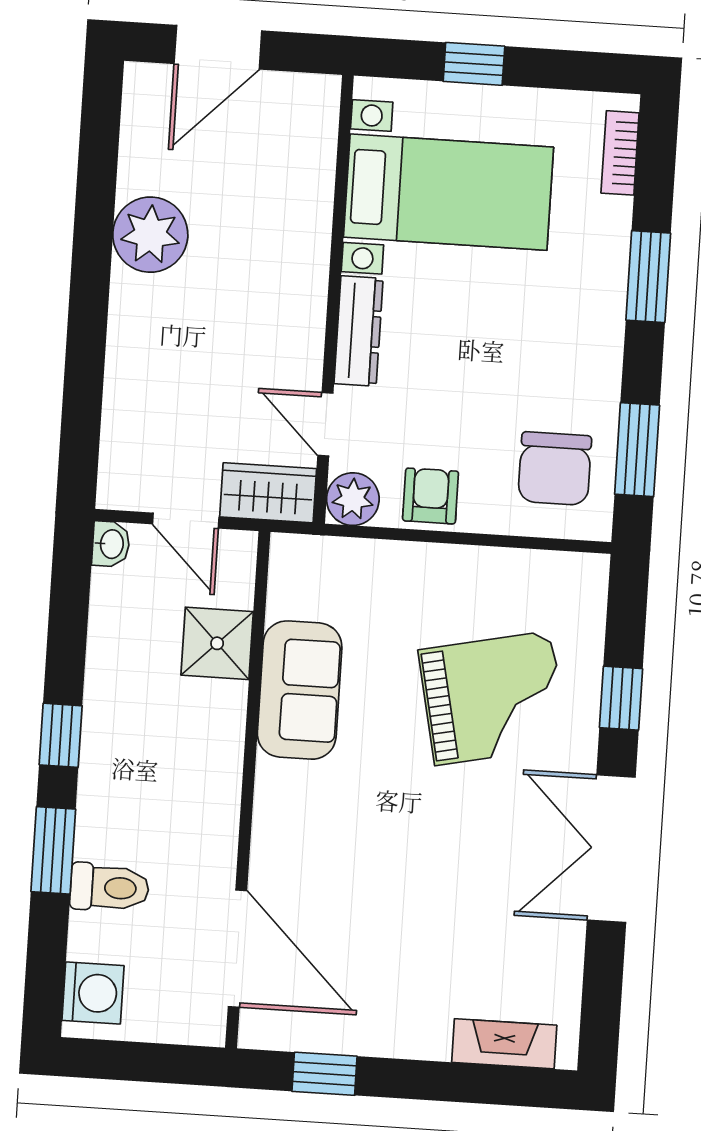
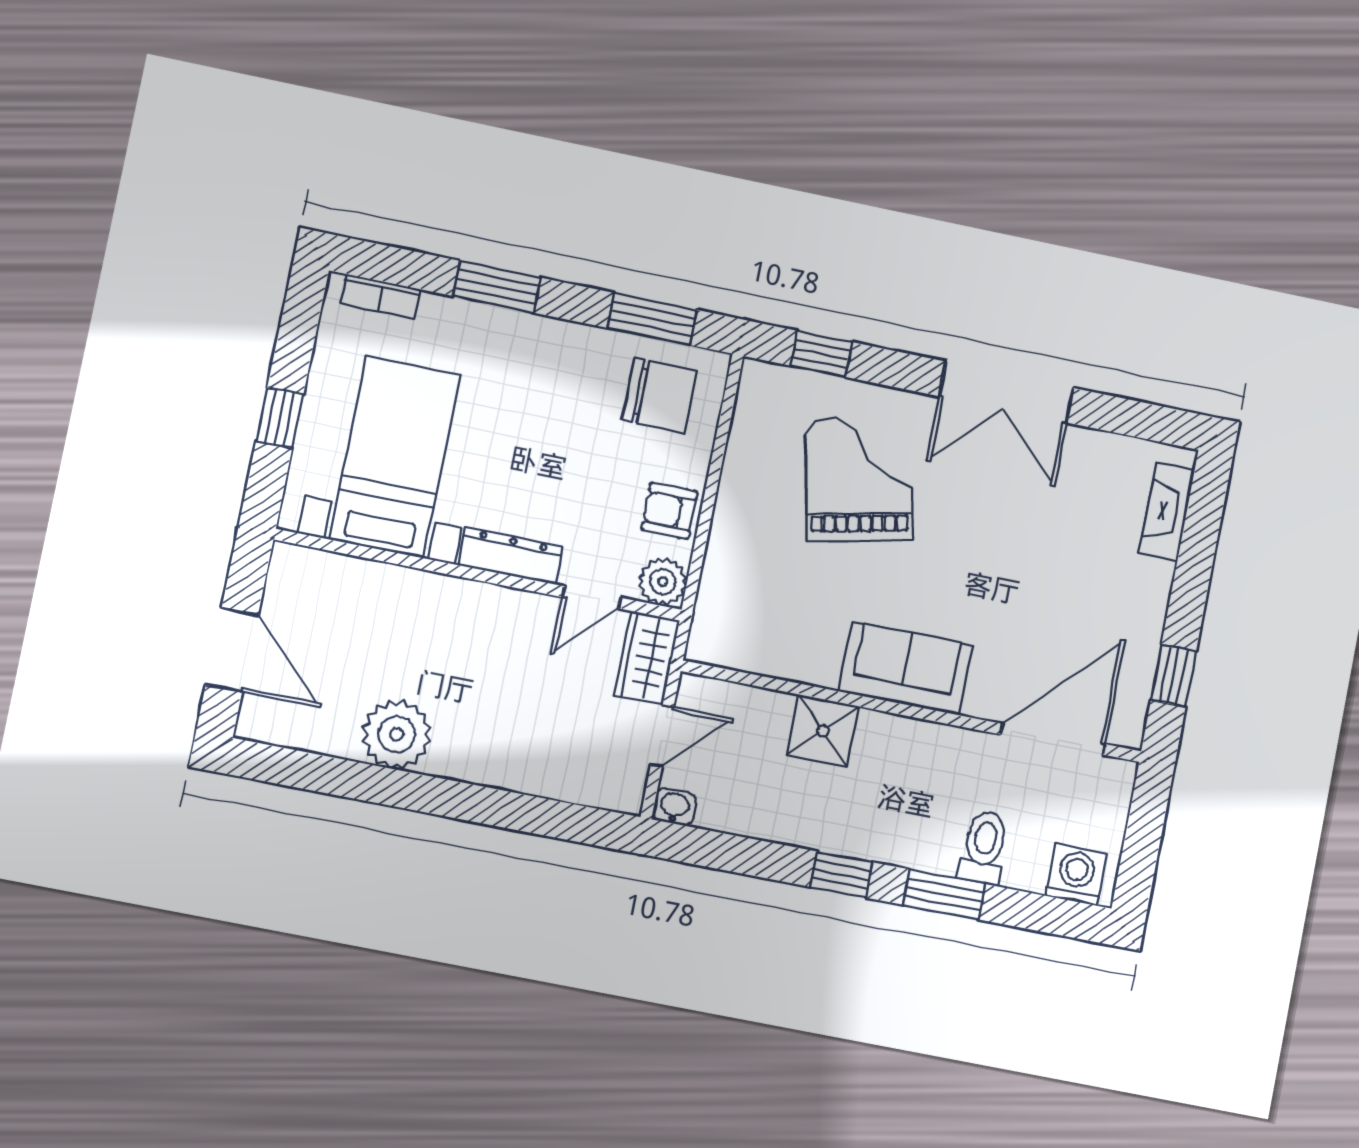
shower: (217, 643) -> (823, 731), moved
sofa: (300, 690) -> (906, 668), moved
window: (621, 698) -> (821, 354), moved

